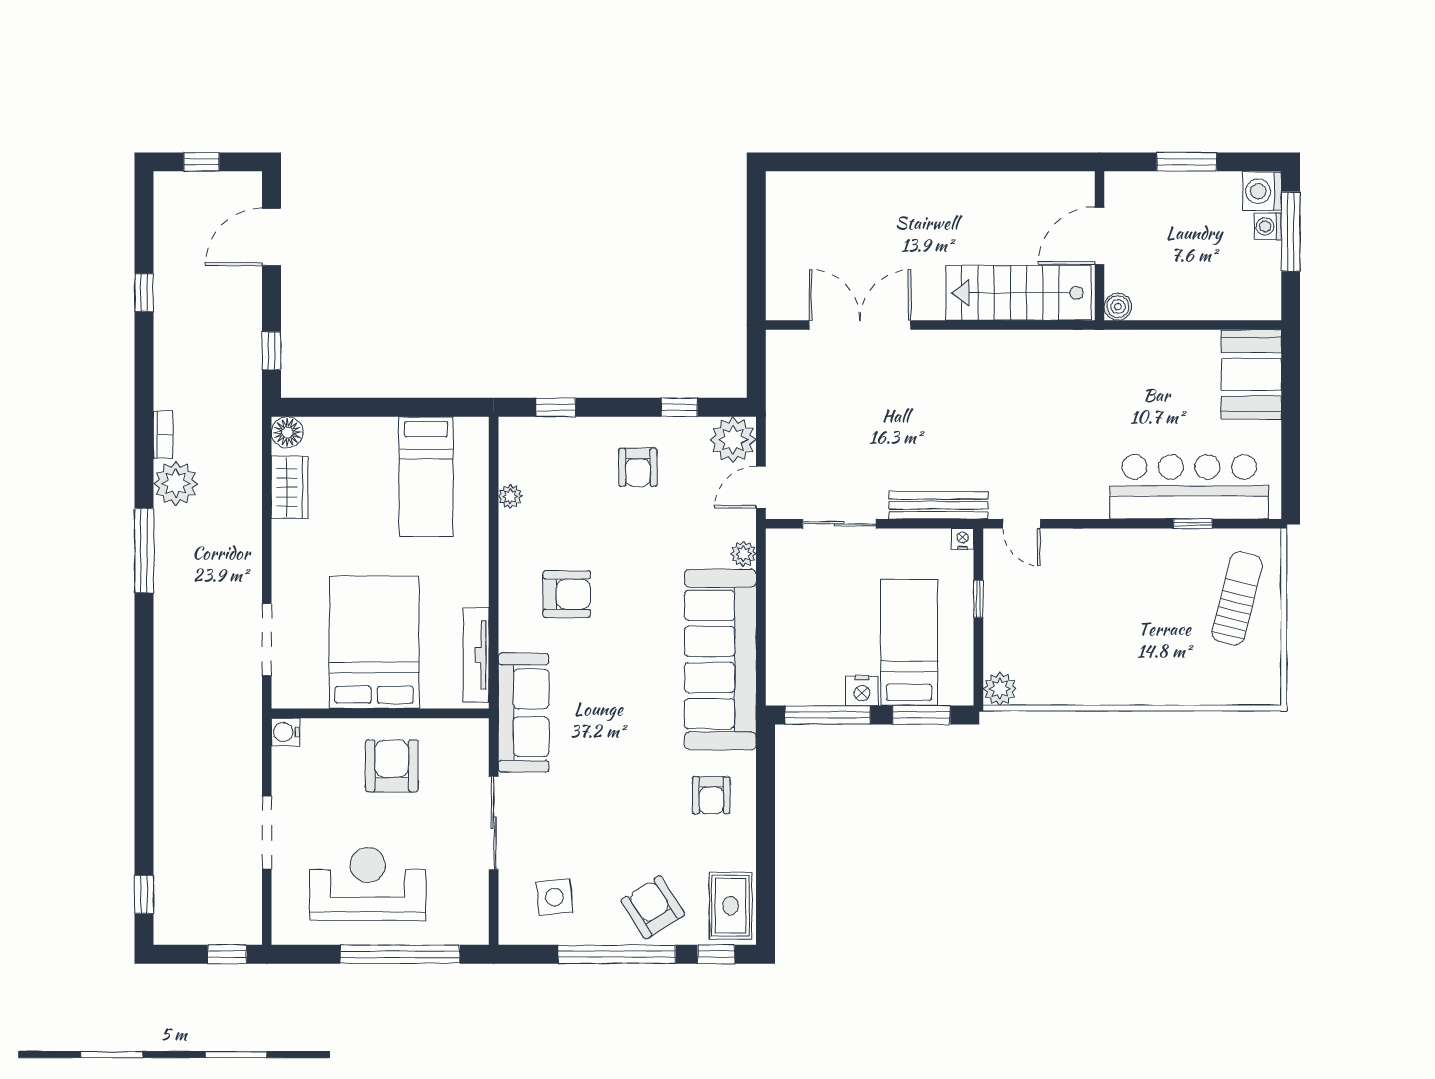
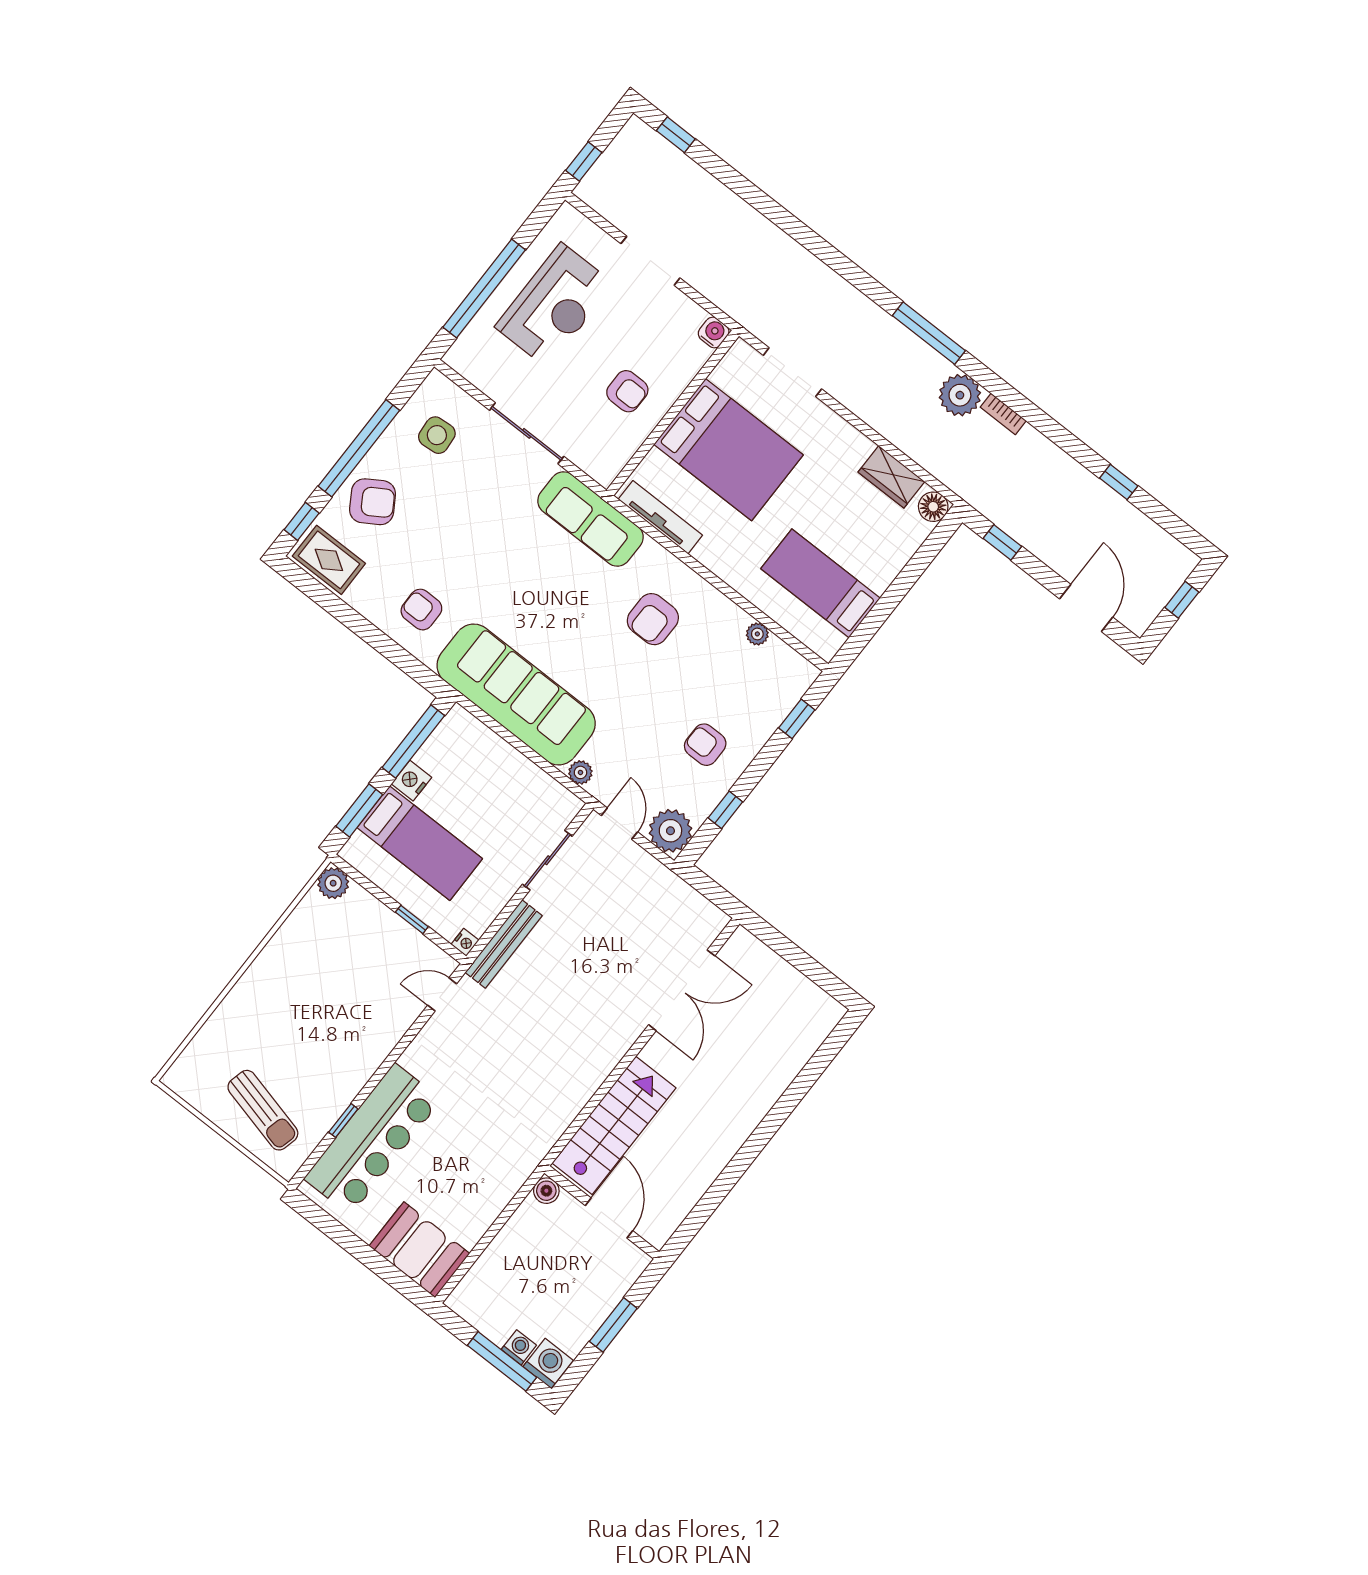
armchair: (392, 766) -> (627, 391), width x0.72, depth x0.72

